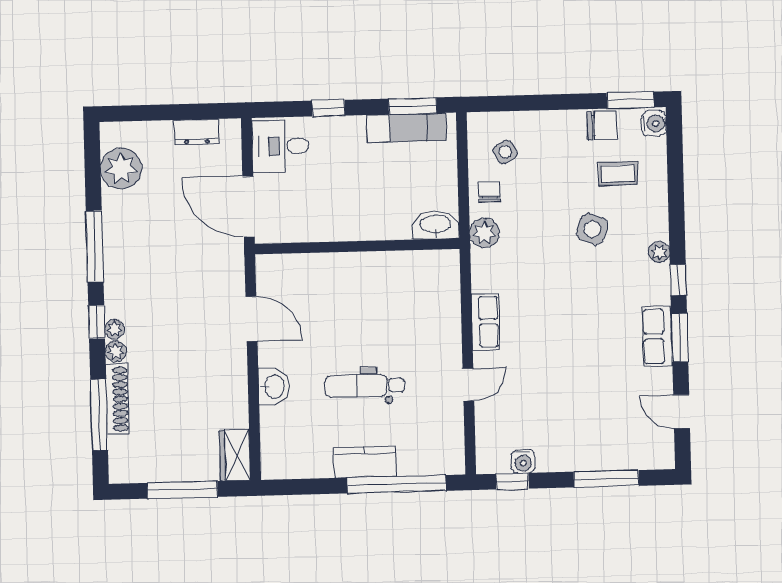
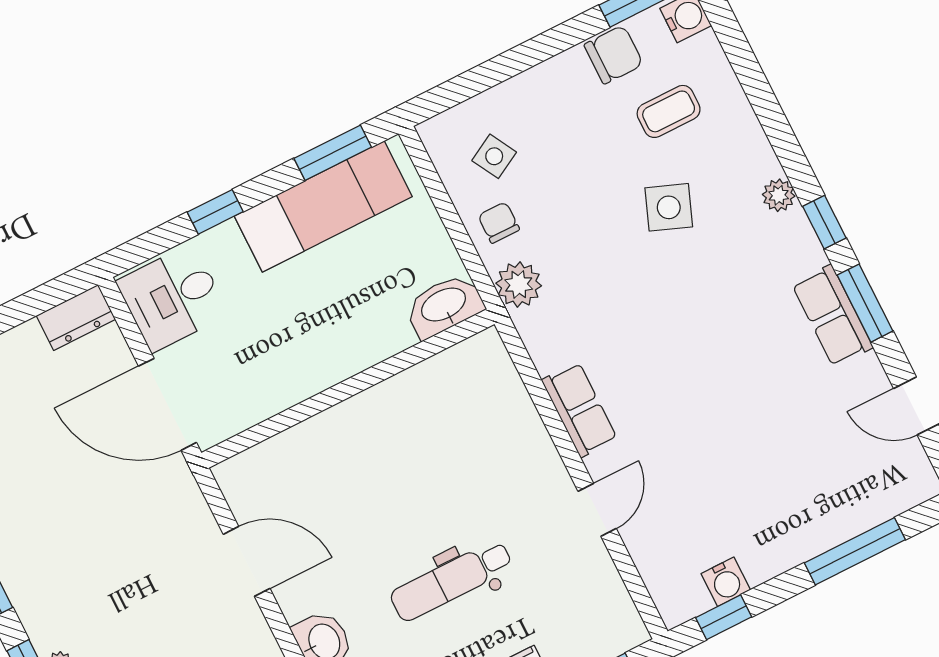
exam couch: (407, 128) -> (323, 206), width x1.36, depth x1.45
dresser: (197, 132) -> (76, 318), moved

